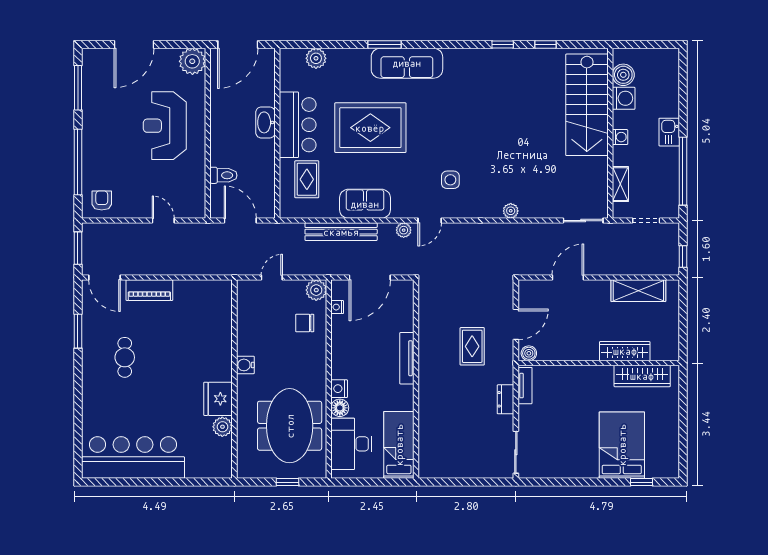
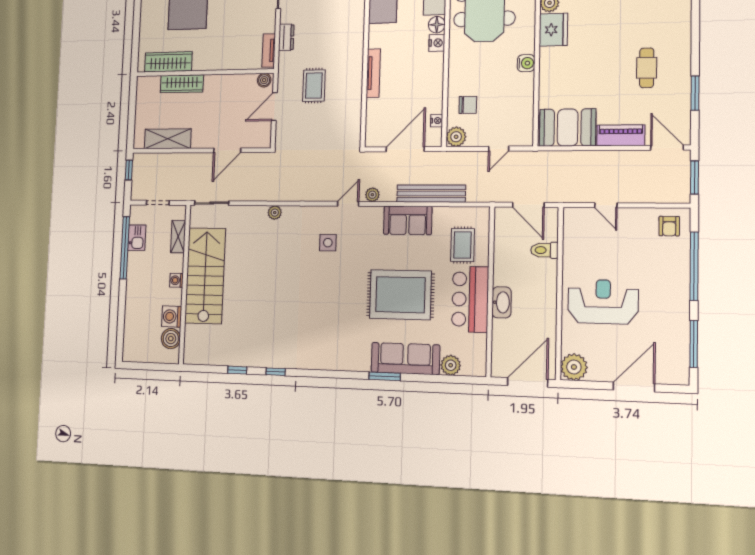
sofa: (407, 63) -> (405, 359), moved
stairs: (587, 105) -> (205, 276), moved
reception desk: (165, 126) -> (603, 302), turned -90
kitchen sink: (669, 132) -> (137, 238), moved
booth: (202, 298) -> (568, 127), added

